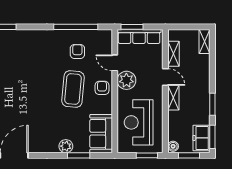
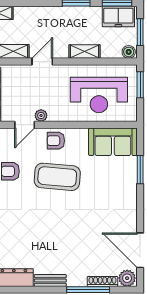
plant: (126, 80) -> (41, 115), width x0.53, depth x0.53
shelving: (173, 98) -> (85, 52), moved
plant: (66, 146) -> (129, 186), removed

